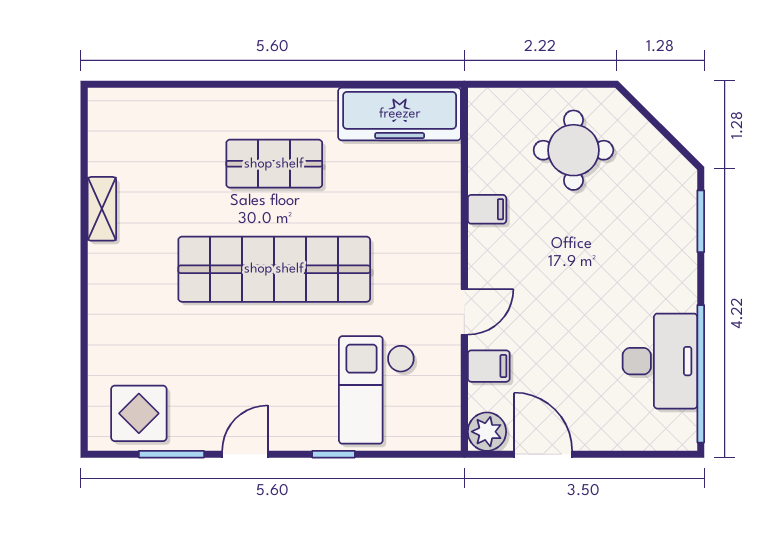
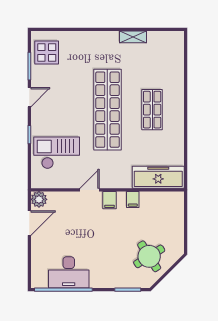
freezer: (400, 114) -> (158, 177), moved, turned 90
round table: (573, 150) -> (149, 256), moved, turned -32
door: (464, 312) -> (89, 190), swing flipped
filing cabinet: (489, 366) -> (110, 200), moved
door: (245, 454) -> (29, 97), hinge flipped

